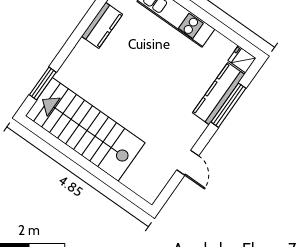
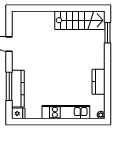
stairs: (85, 129) -> (80, 20), width x0.73, depth x0.66

